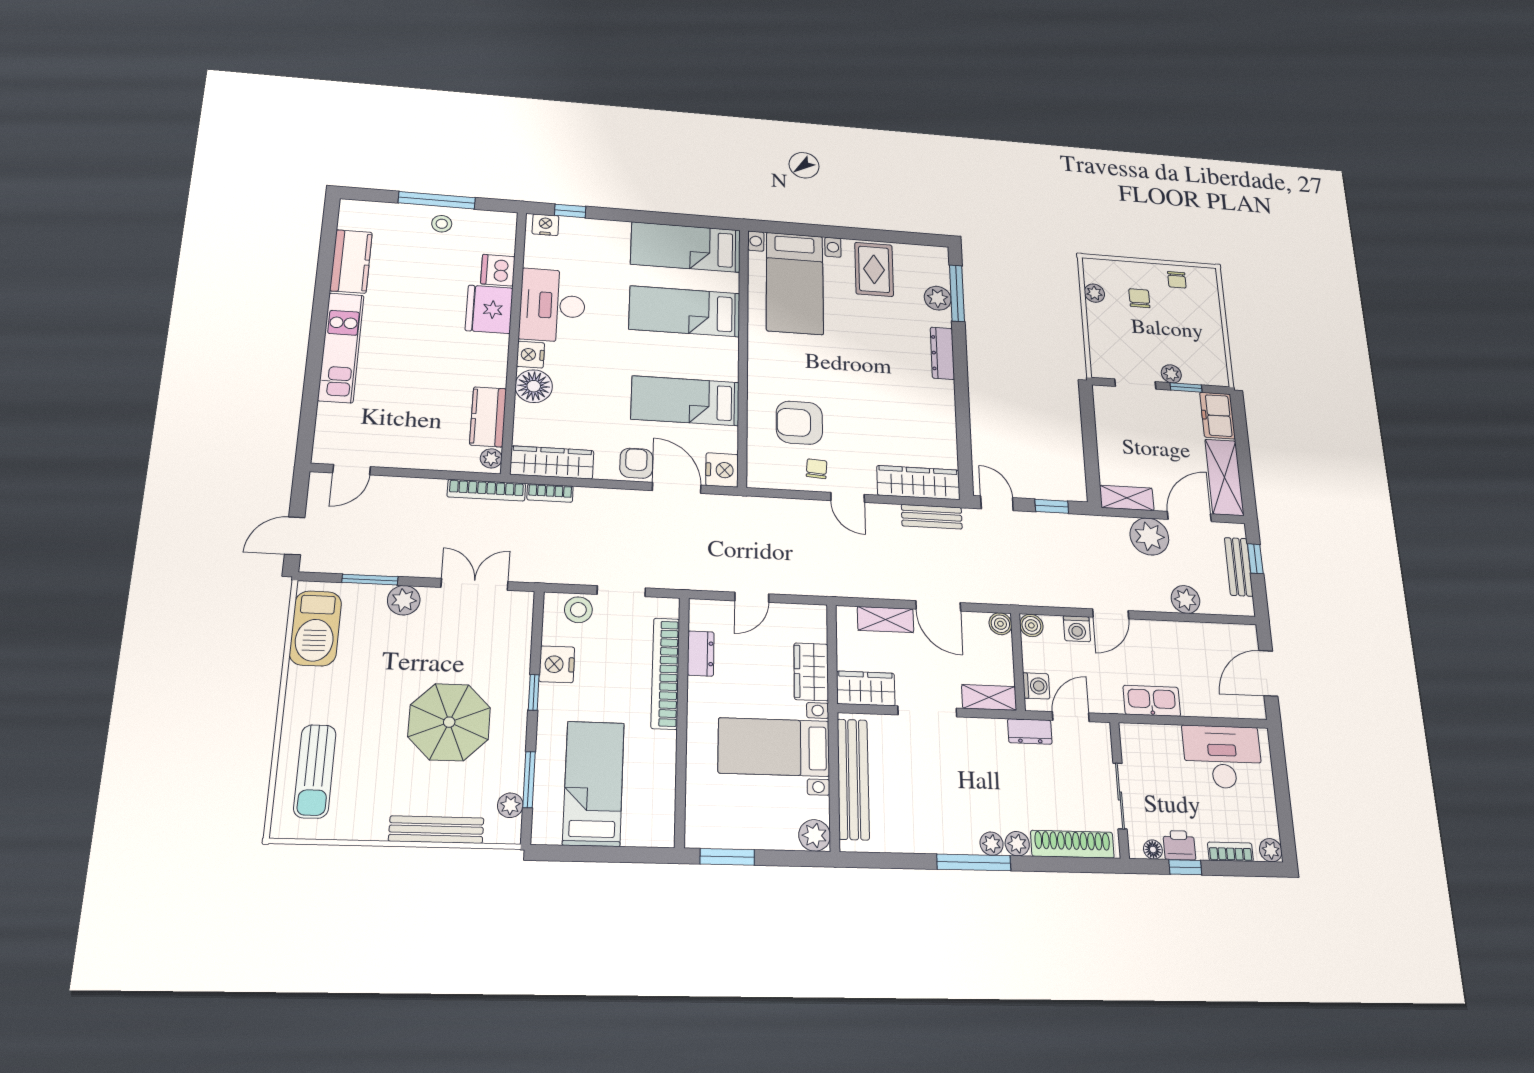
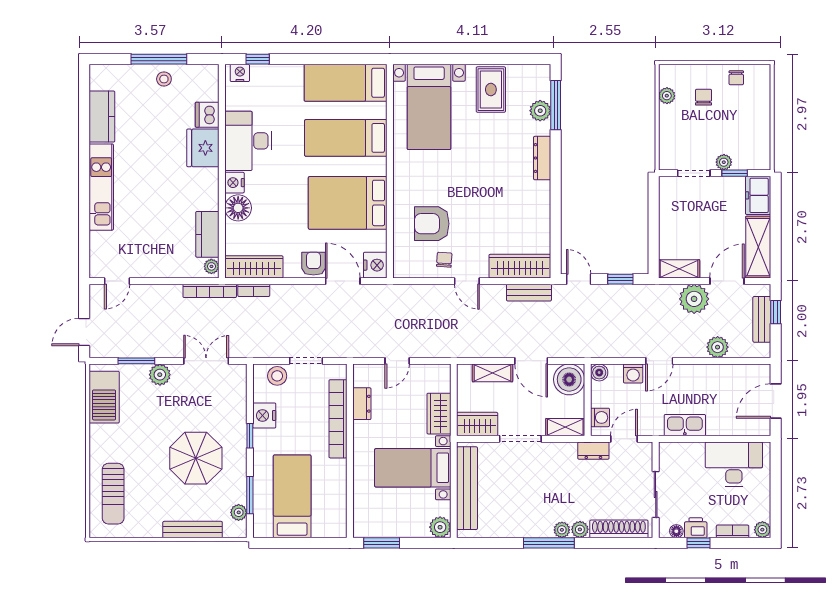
bed: (685, 401) -> (348, 203), width x1.50
boiler: (1000, 624) -> (569, 379), width x1.86, depth x1.86

